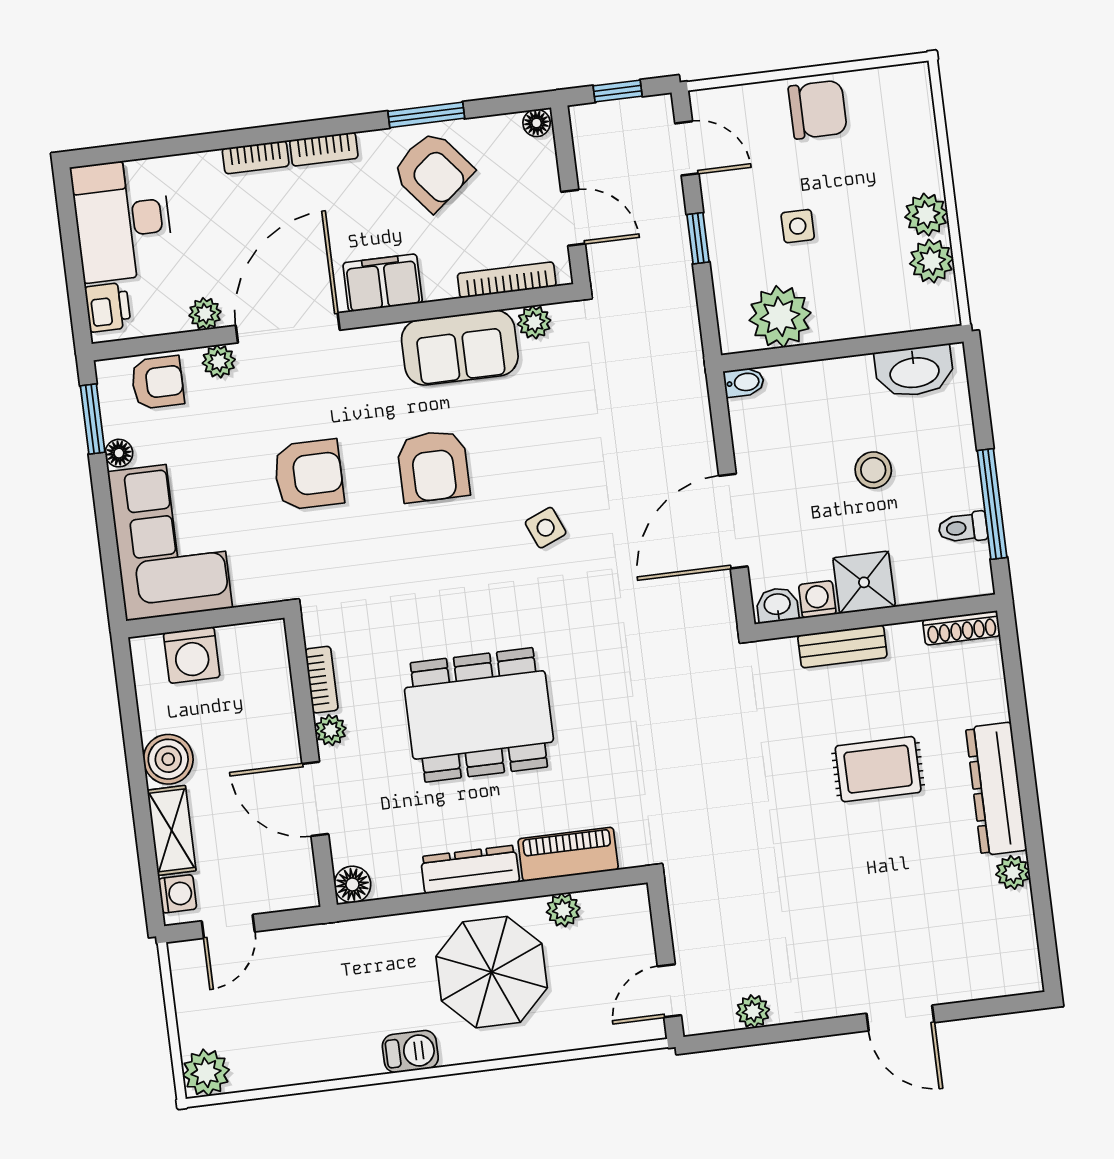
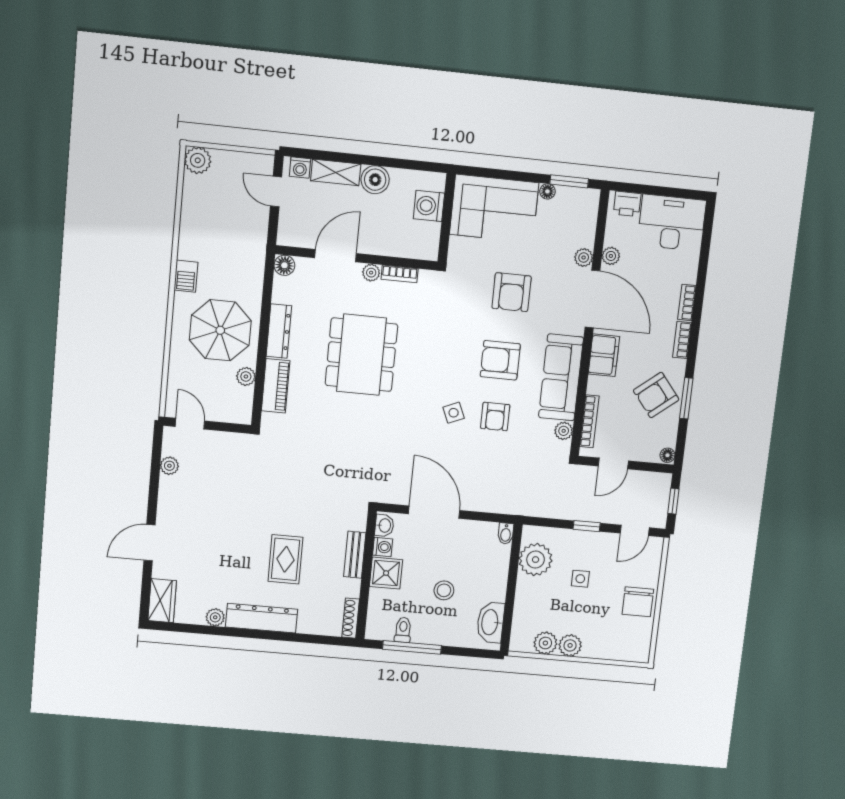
sofa: (460, 348) -> (561, 377), width x1.36
armchair: (158, 382) -> (495, 417), moved
wardrobe: (1002, 974) -> (162, 601), added

